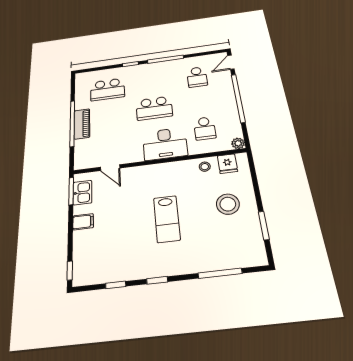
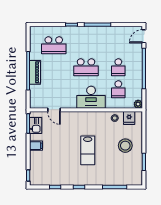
school desk: (197, 77) -> (118, 67), moved

